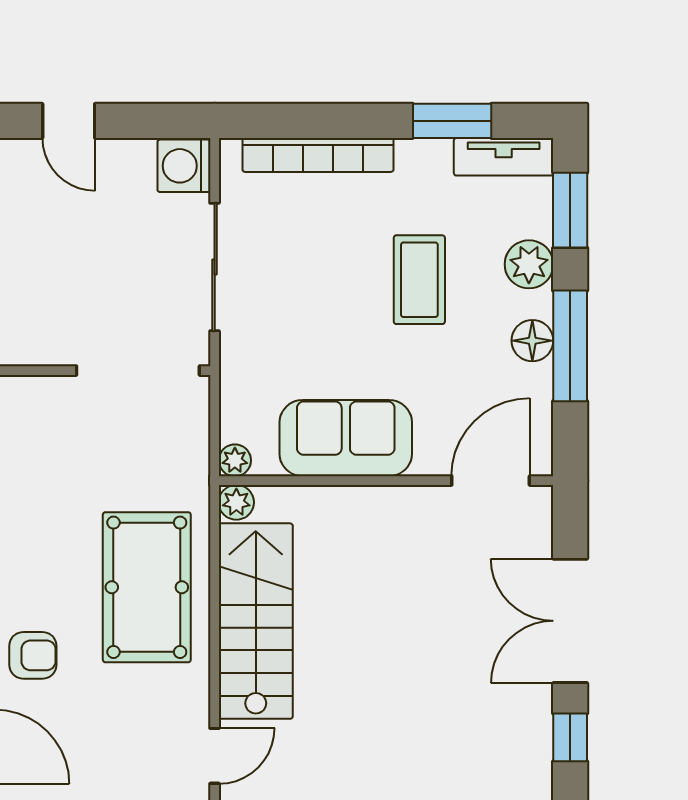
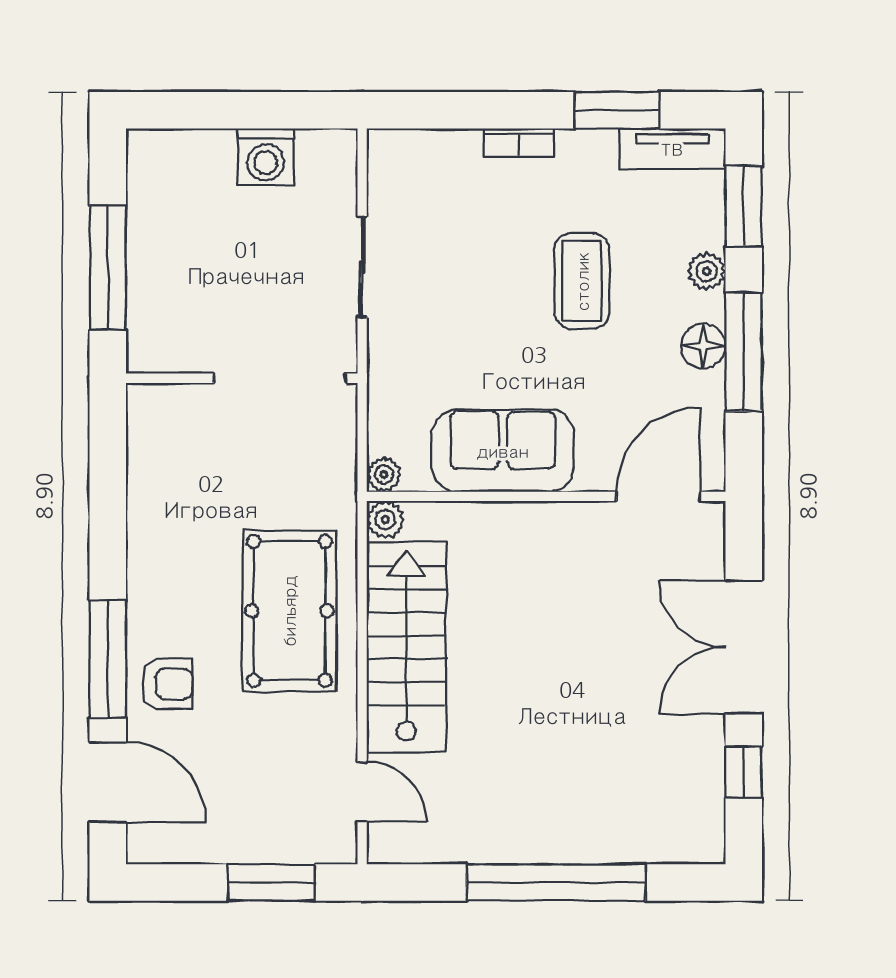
door: (69, 121) -> (206, 110), removed
bookcase: (318, 155) -> (519, 142), width x0.43, depth x0.76
washing machine: (184, 166) -> (266, 157), moved, turned -90
plant: (529, 264) -> (707, 271), width x0.73, depth x0.73
sliding door: (215, 267) -> (362, 267), width x0.73
door: (215, 756) -> (362, 792), hinge flipped

